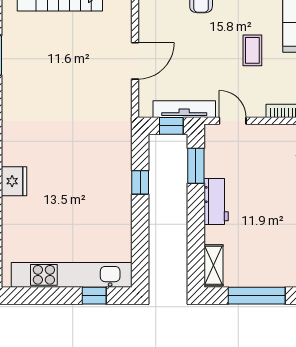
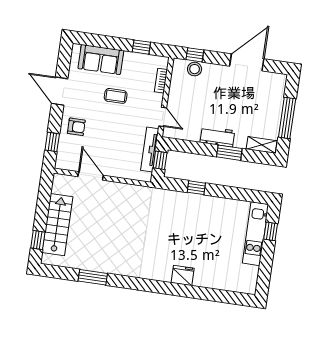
door: (135, 61) -> (91, 176), moved
door: (233, 121) -> (163, 117), swing flipped
window: (196, 166) -> (229, 153), moved
kitchen unit: (72, 275) -> (255, 234), width x0.73

